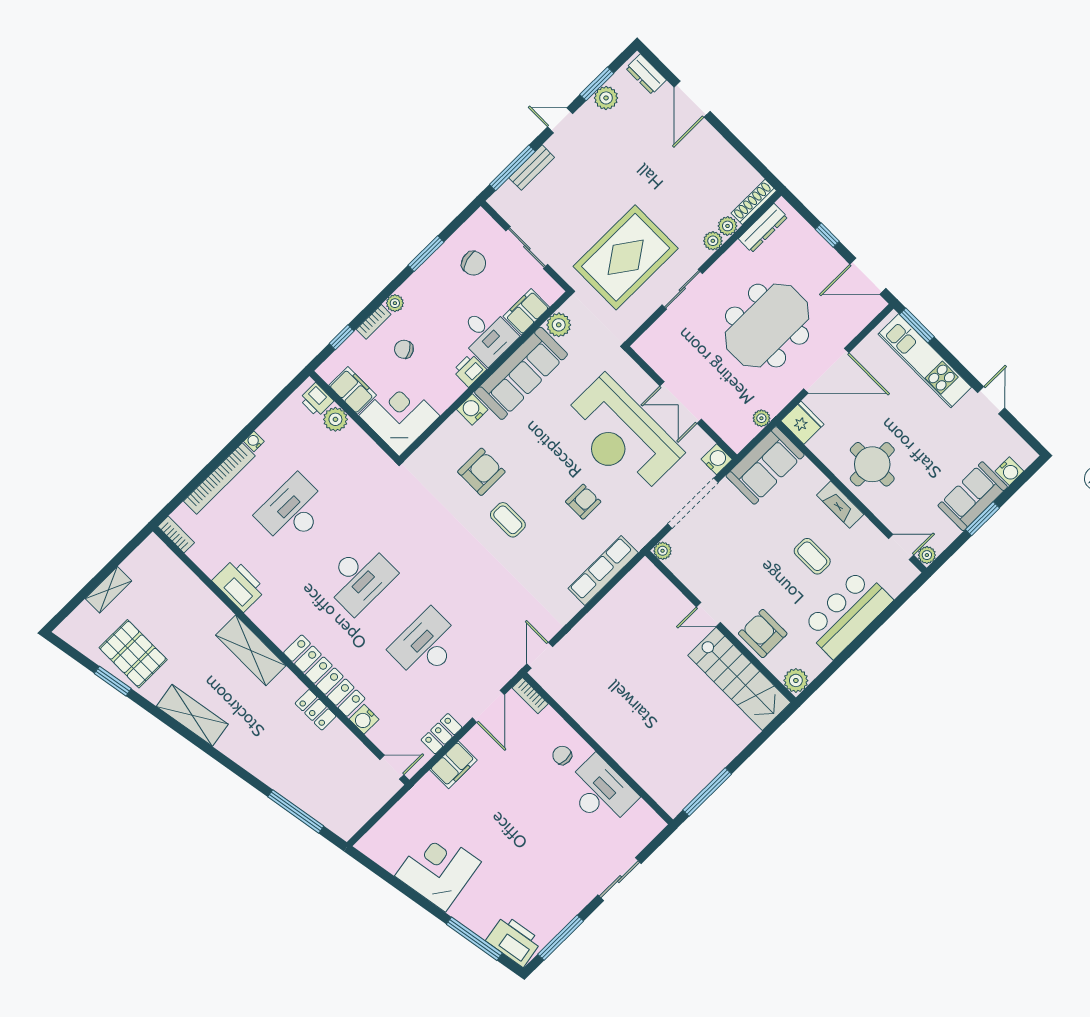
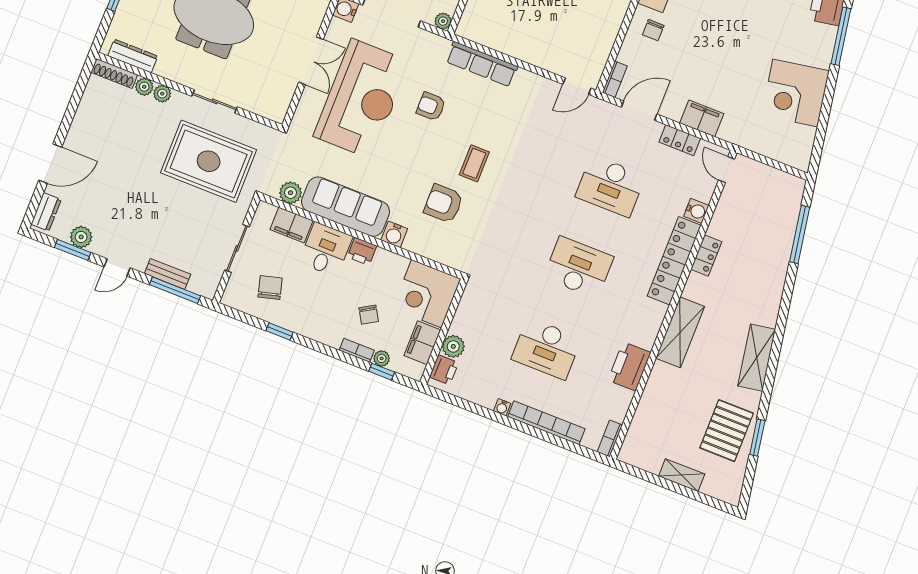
door: (560, 120) -> (117, 267), hinge flipped
window: (426, 254) -> (280, 331), width x0.67
plant: (395, 303) -> (382, 358), moved

